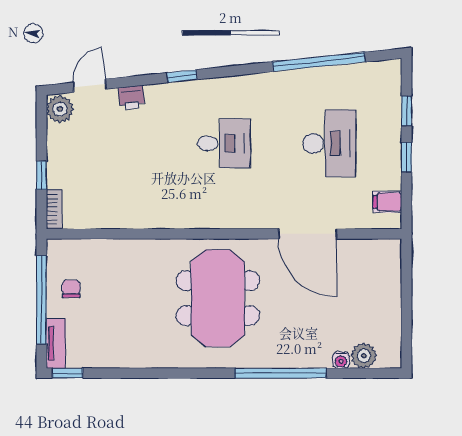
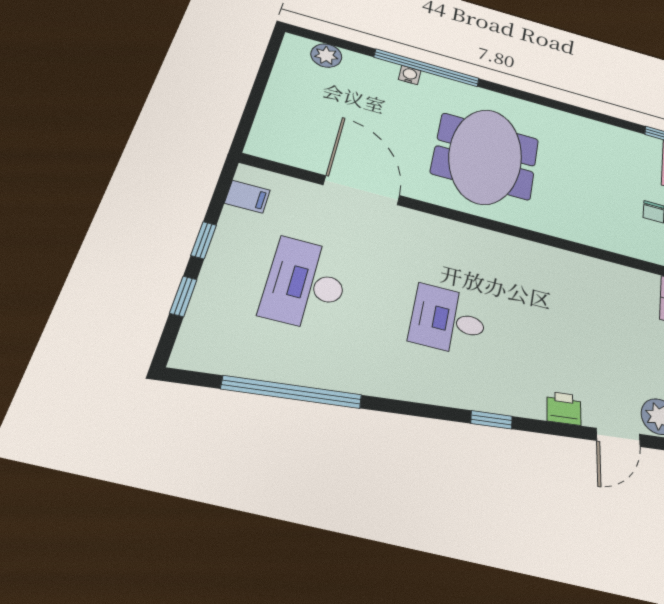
water cooler: (341, 360) -> (410, 75), moved

